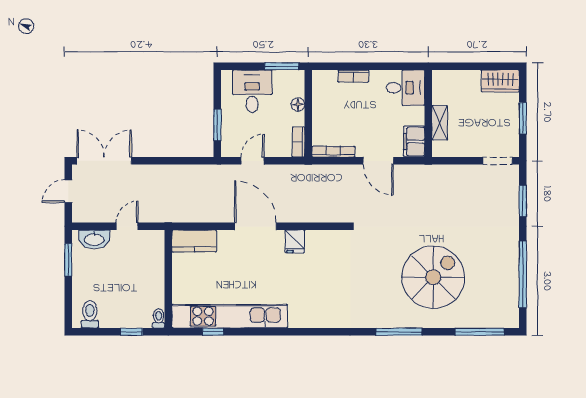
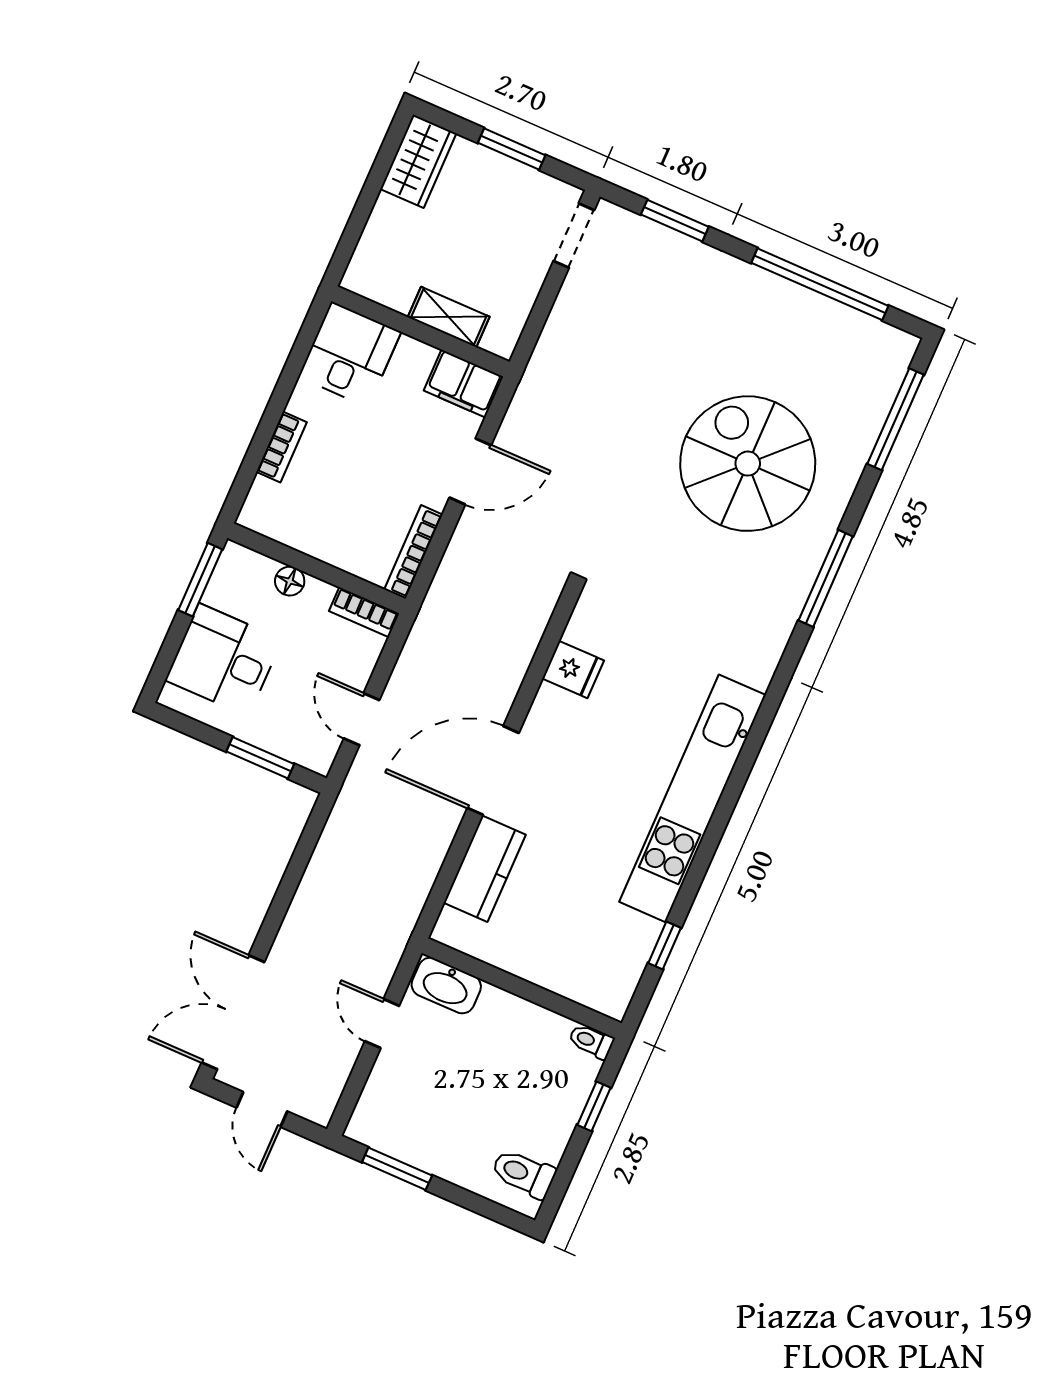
washbasin: (94, 239) -> (446, 986), moved, turned 90
kitchen counter: (194, 241) -> (485, 869), moved
fridge: (295, 241) -> (573, 669), moved
kitchen unit: (230, 316) -> (692, 798), moved

